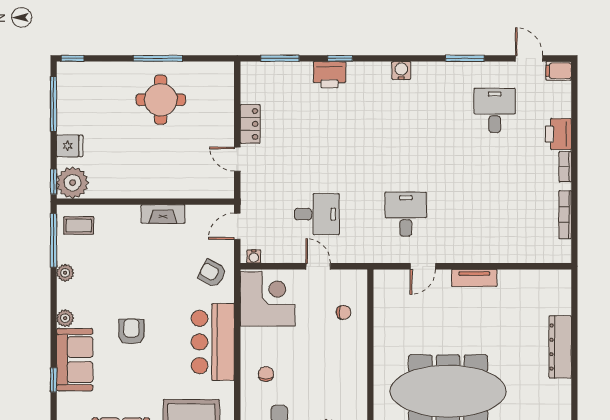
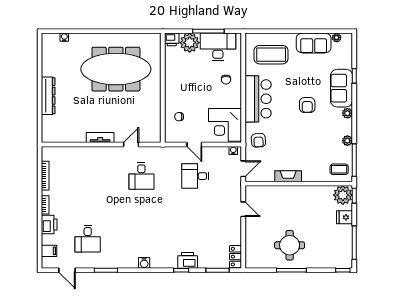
filing cabinet: (559, 71) -> (49, 251), moved
locker: (250, 124) -> (236, 257), moved
armchair: (212, 273) -> (258, 140), turned 58

